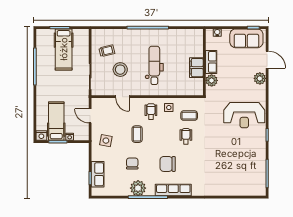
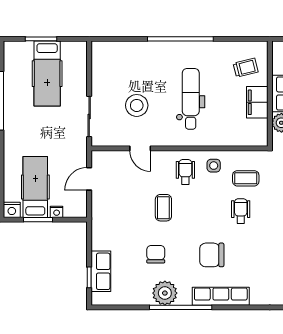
trolley: (107, 51) -> (246, 68), moved
door: (90, 116) -> (89, 179), hinge flipped
side table: (106, 141) -> (114, 218), removed

